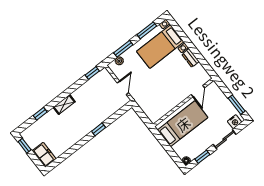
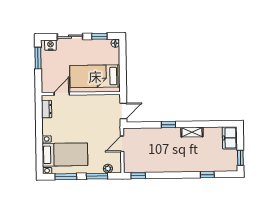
dresser: (191, 58) -> (47, 109), moved
shelving: (64, 104) -> (192, 132), moved
door: (141, 114) -> (123, 111), added

